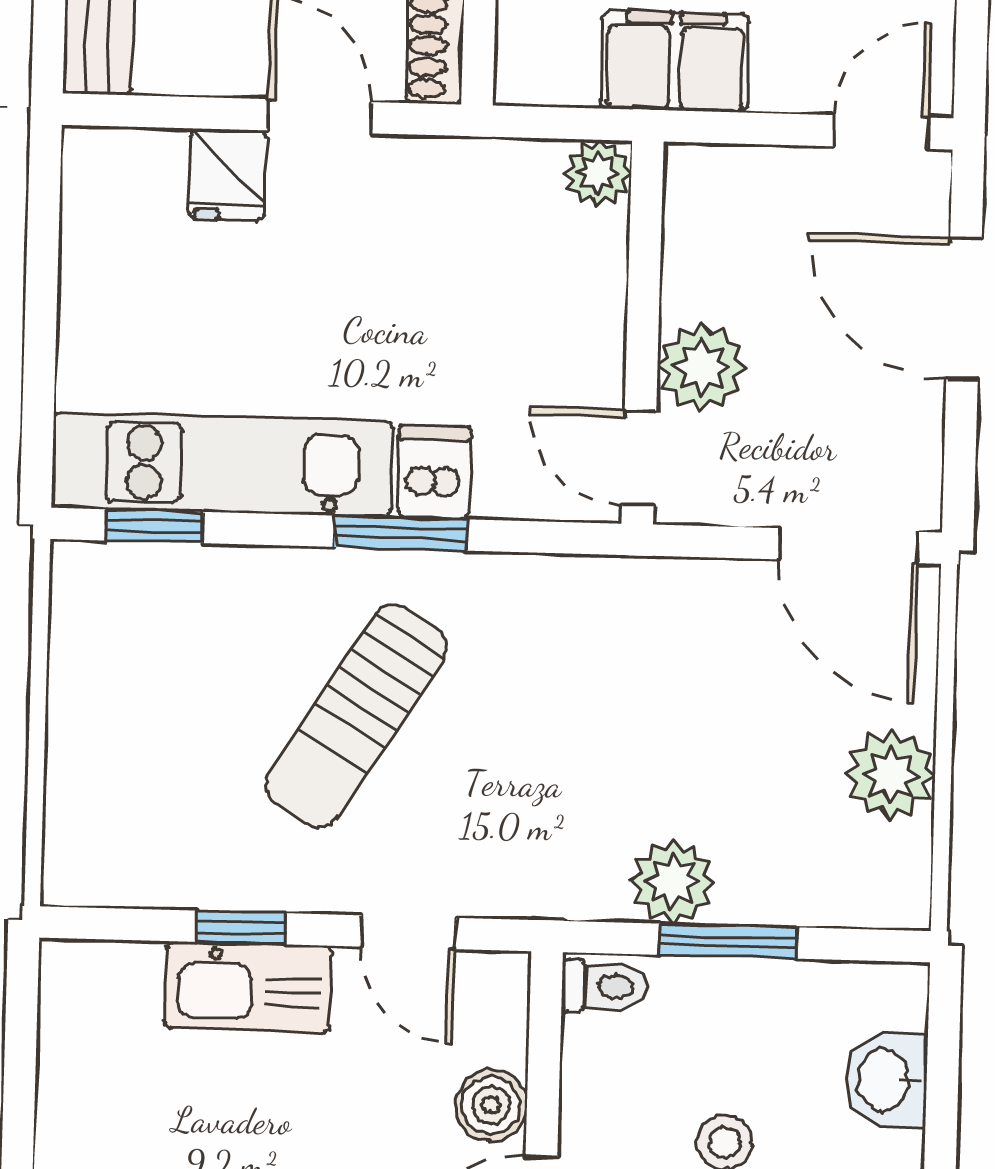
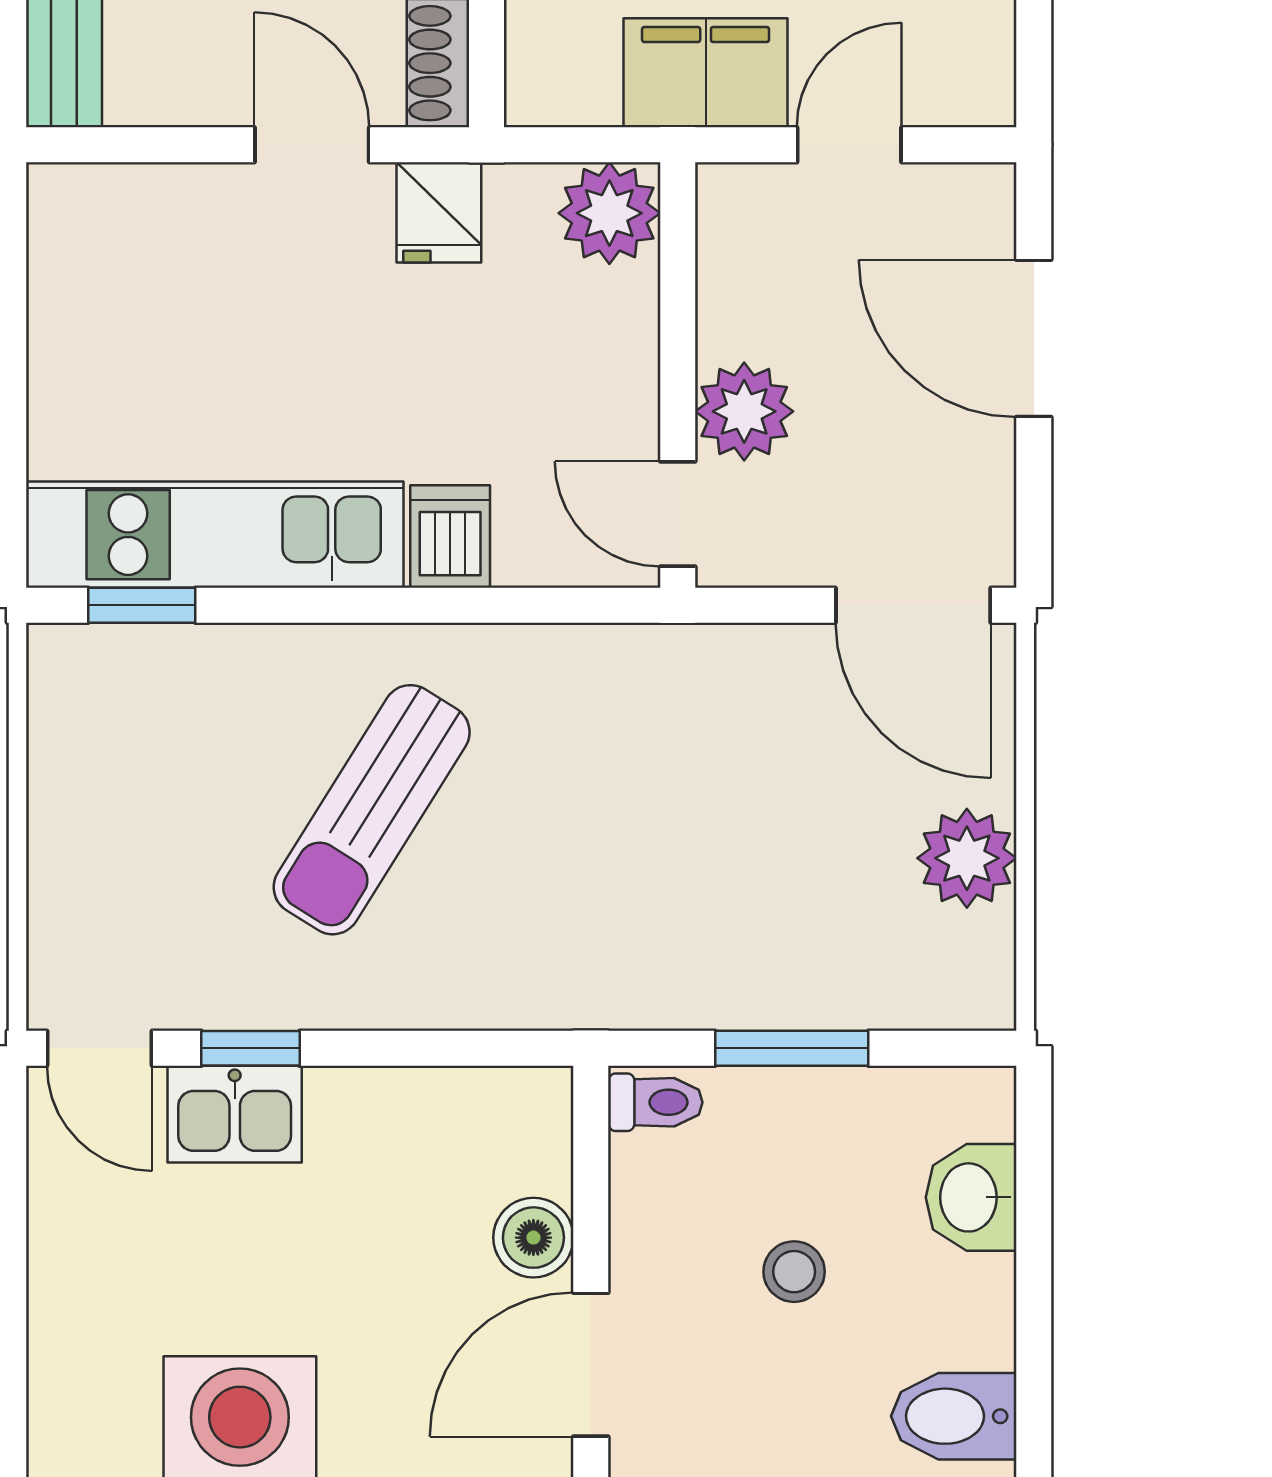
door: (881, 132) -> (849, 145), moved
plant: (598, 173) -> (609, 213), width x1.38, depth x1.38
fridge: (227, 175) -> (439, 212), moved
window: (401, 533) -> (415, 605), removed
plant: (672, 882) -> (728, 984), removed
door: (408, 932) -> (99, 1048), moved
kitchen sink: (248, 987) -> (235, 1114), width x0.73

